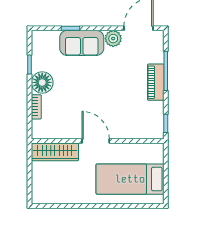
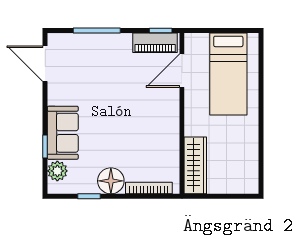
plant: (113, 39) -> (57, 171), moved
piano: (156, 82) -> (155, 43), moved
bookcase: (36, 107) -> (149, 188), width x1.56
door: (96, 141) -> (182, 71), moved

